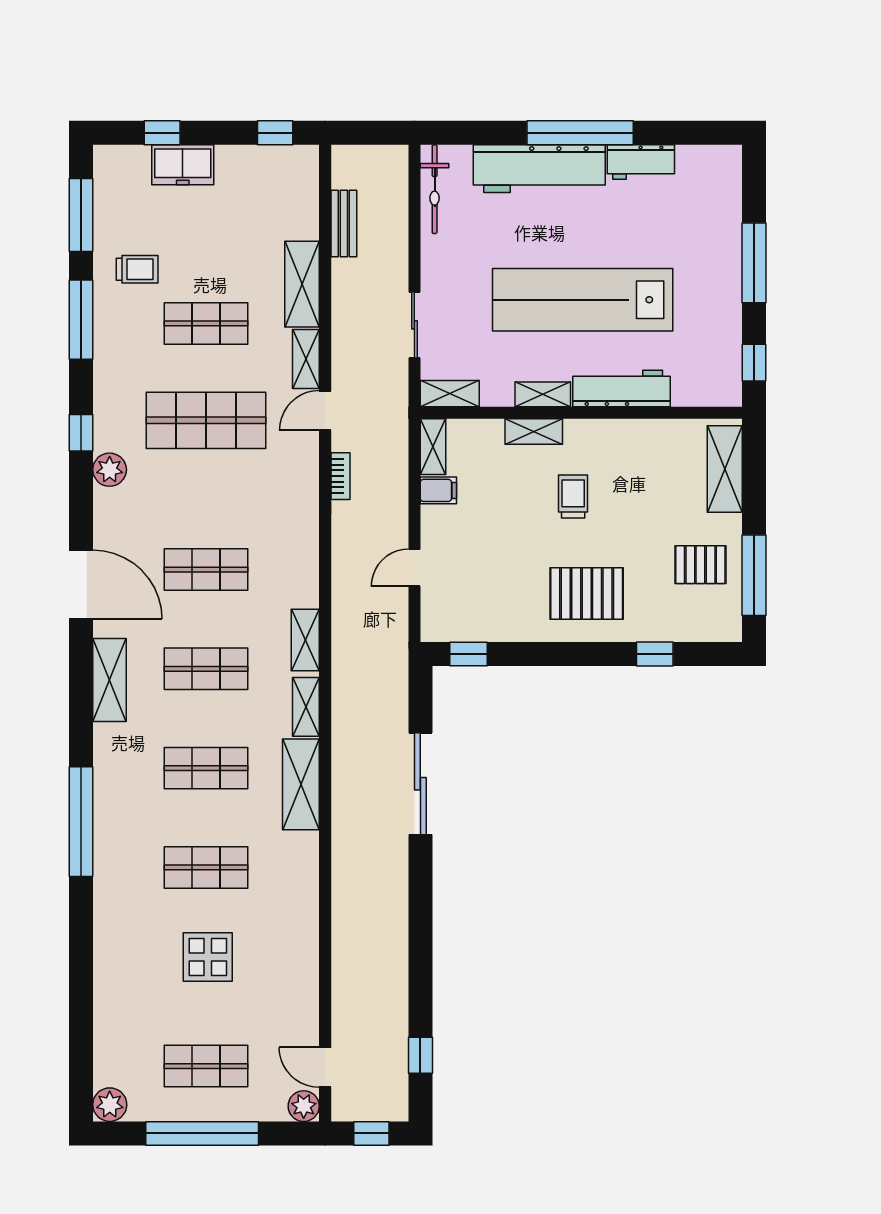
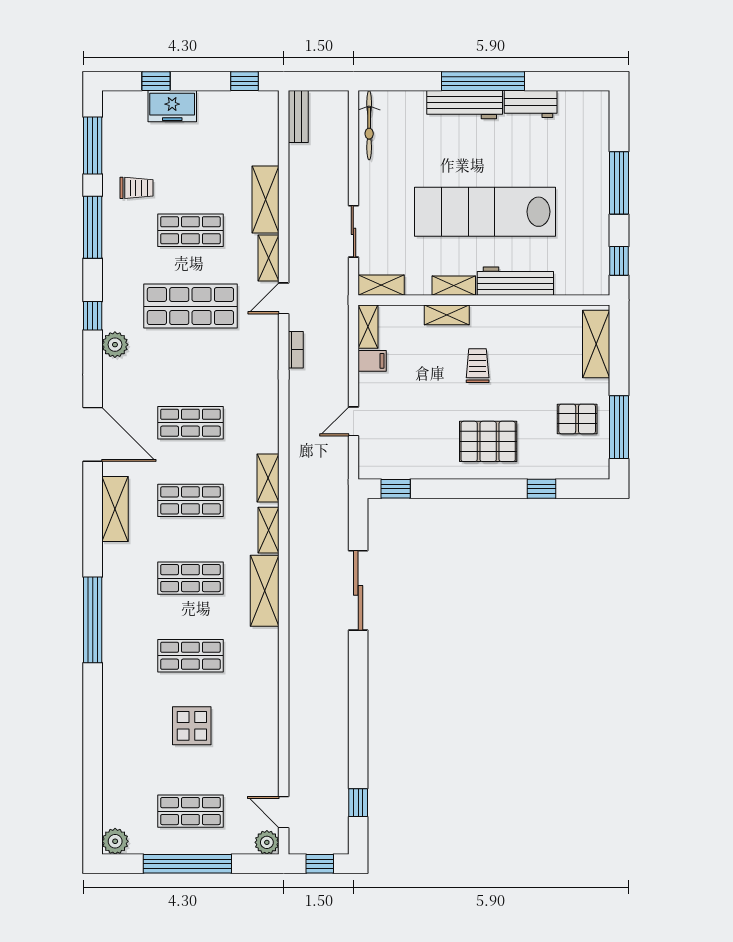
workbench: (539, 169) -> (465, 105), width x0.73, depth x0.76
bench: (344, 223) -> (298, 117), moved

